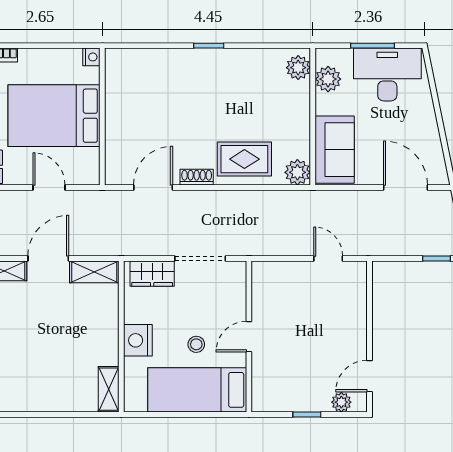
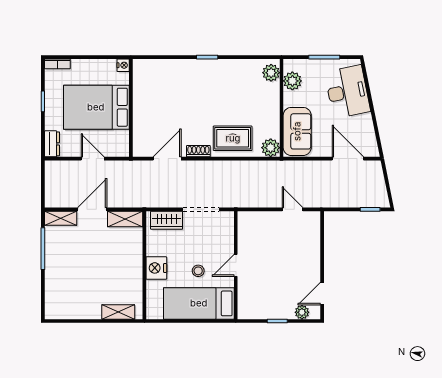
desk: (387, 75) -> (347, 92), moved, turned 79
shelving: (109, 389) -> (118, 312), moved, turned 90

